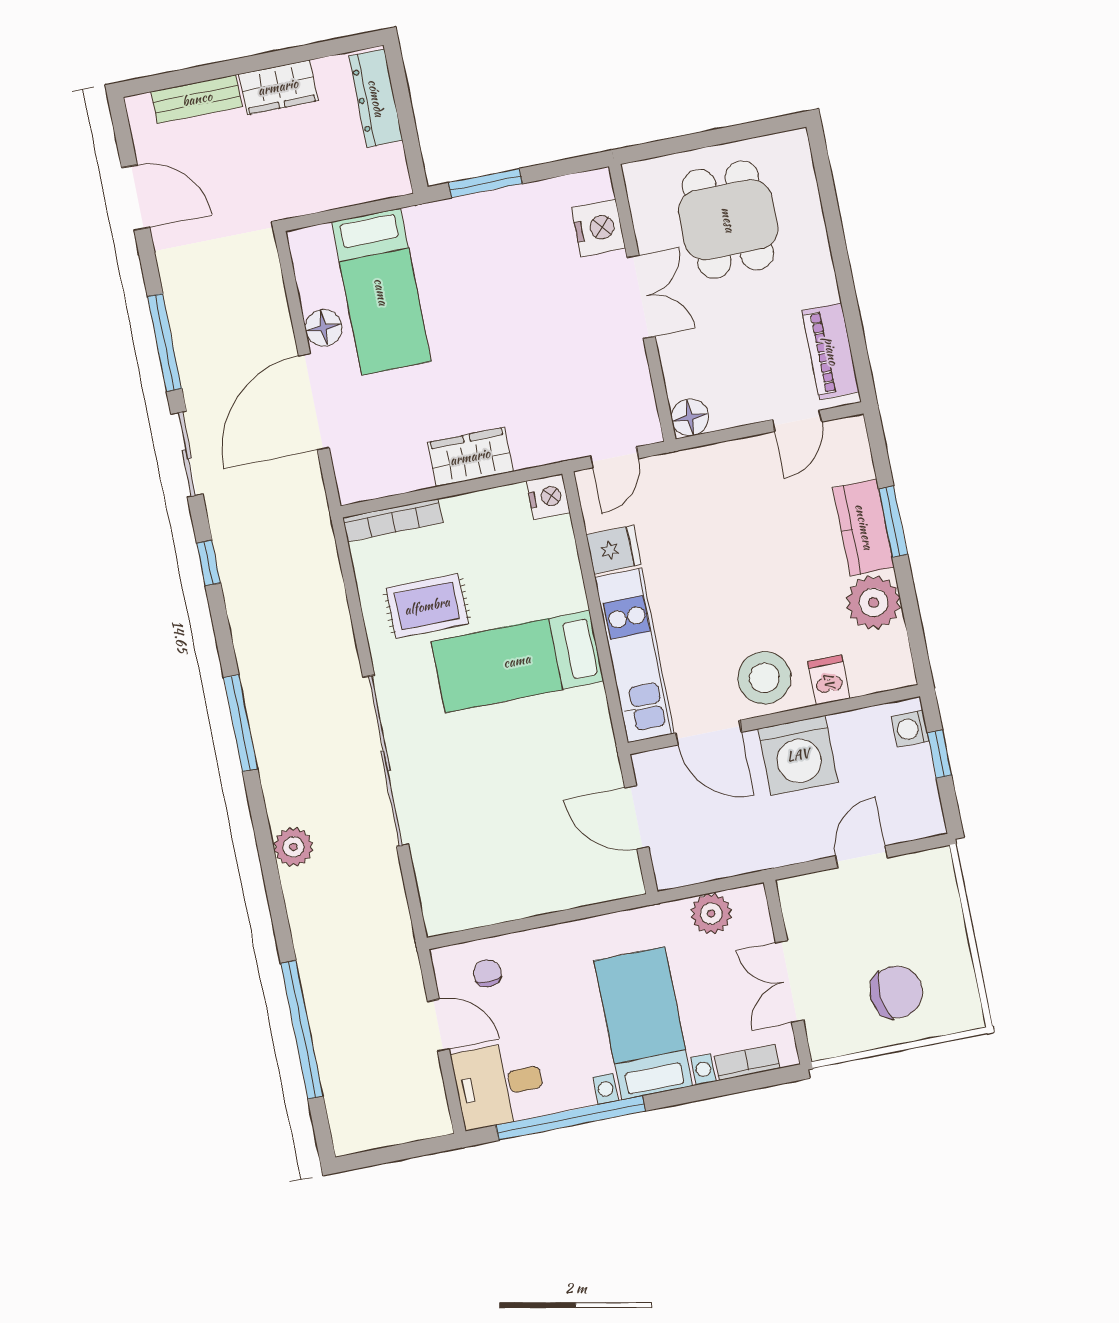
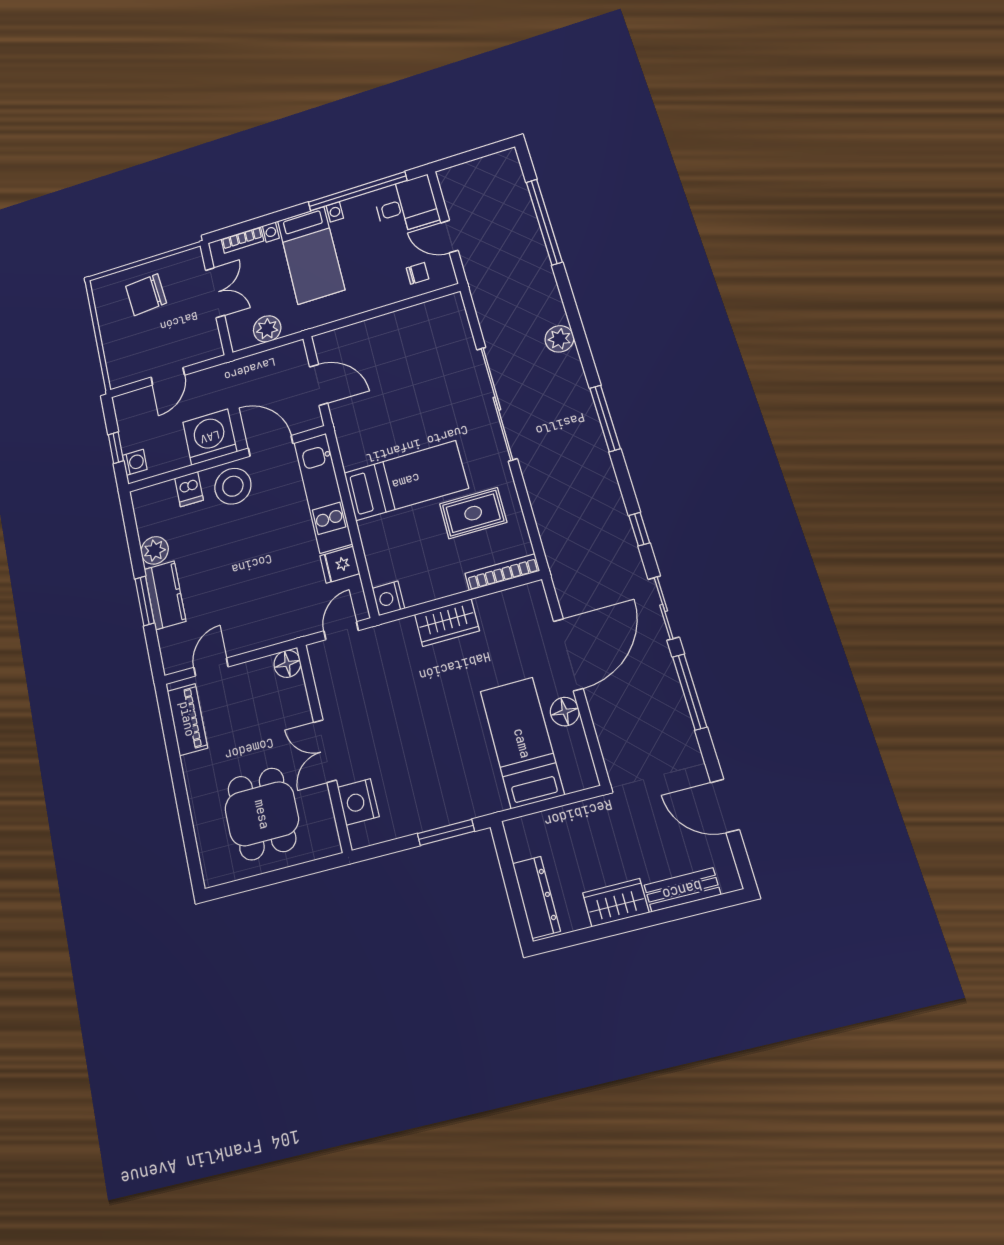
plant: (873, 602) -> (155, 550), width x0.73, depth x0.73
chair: (487, 973) -> (418, 273), turned -90

